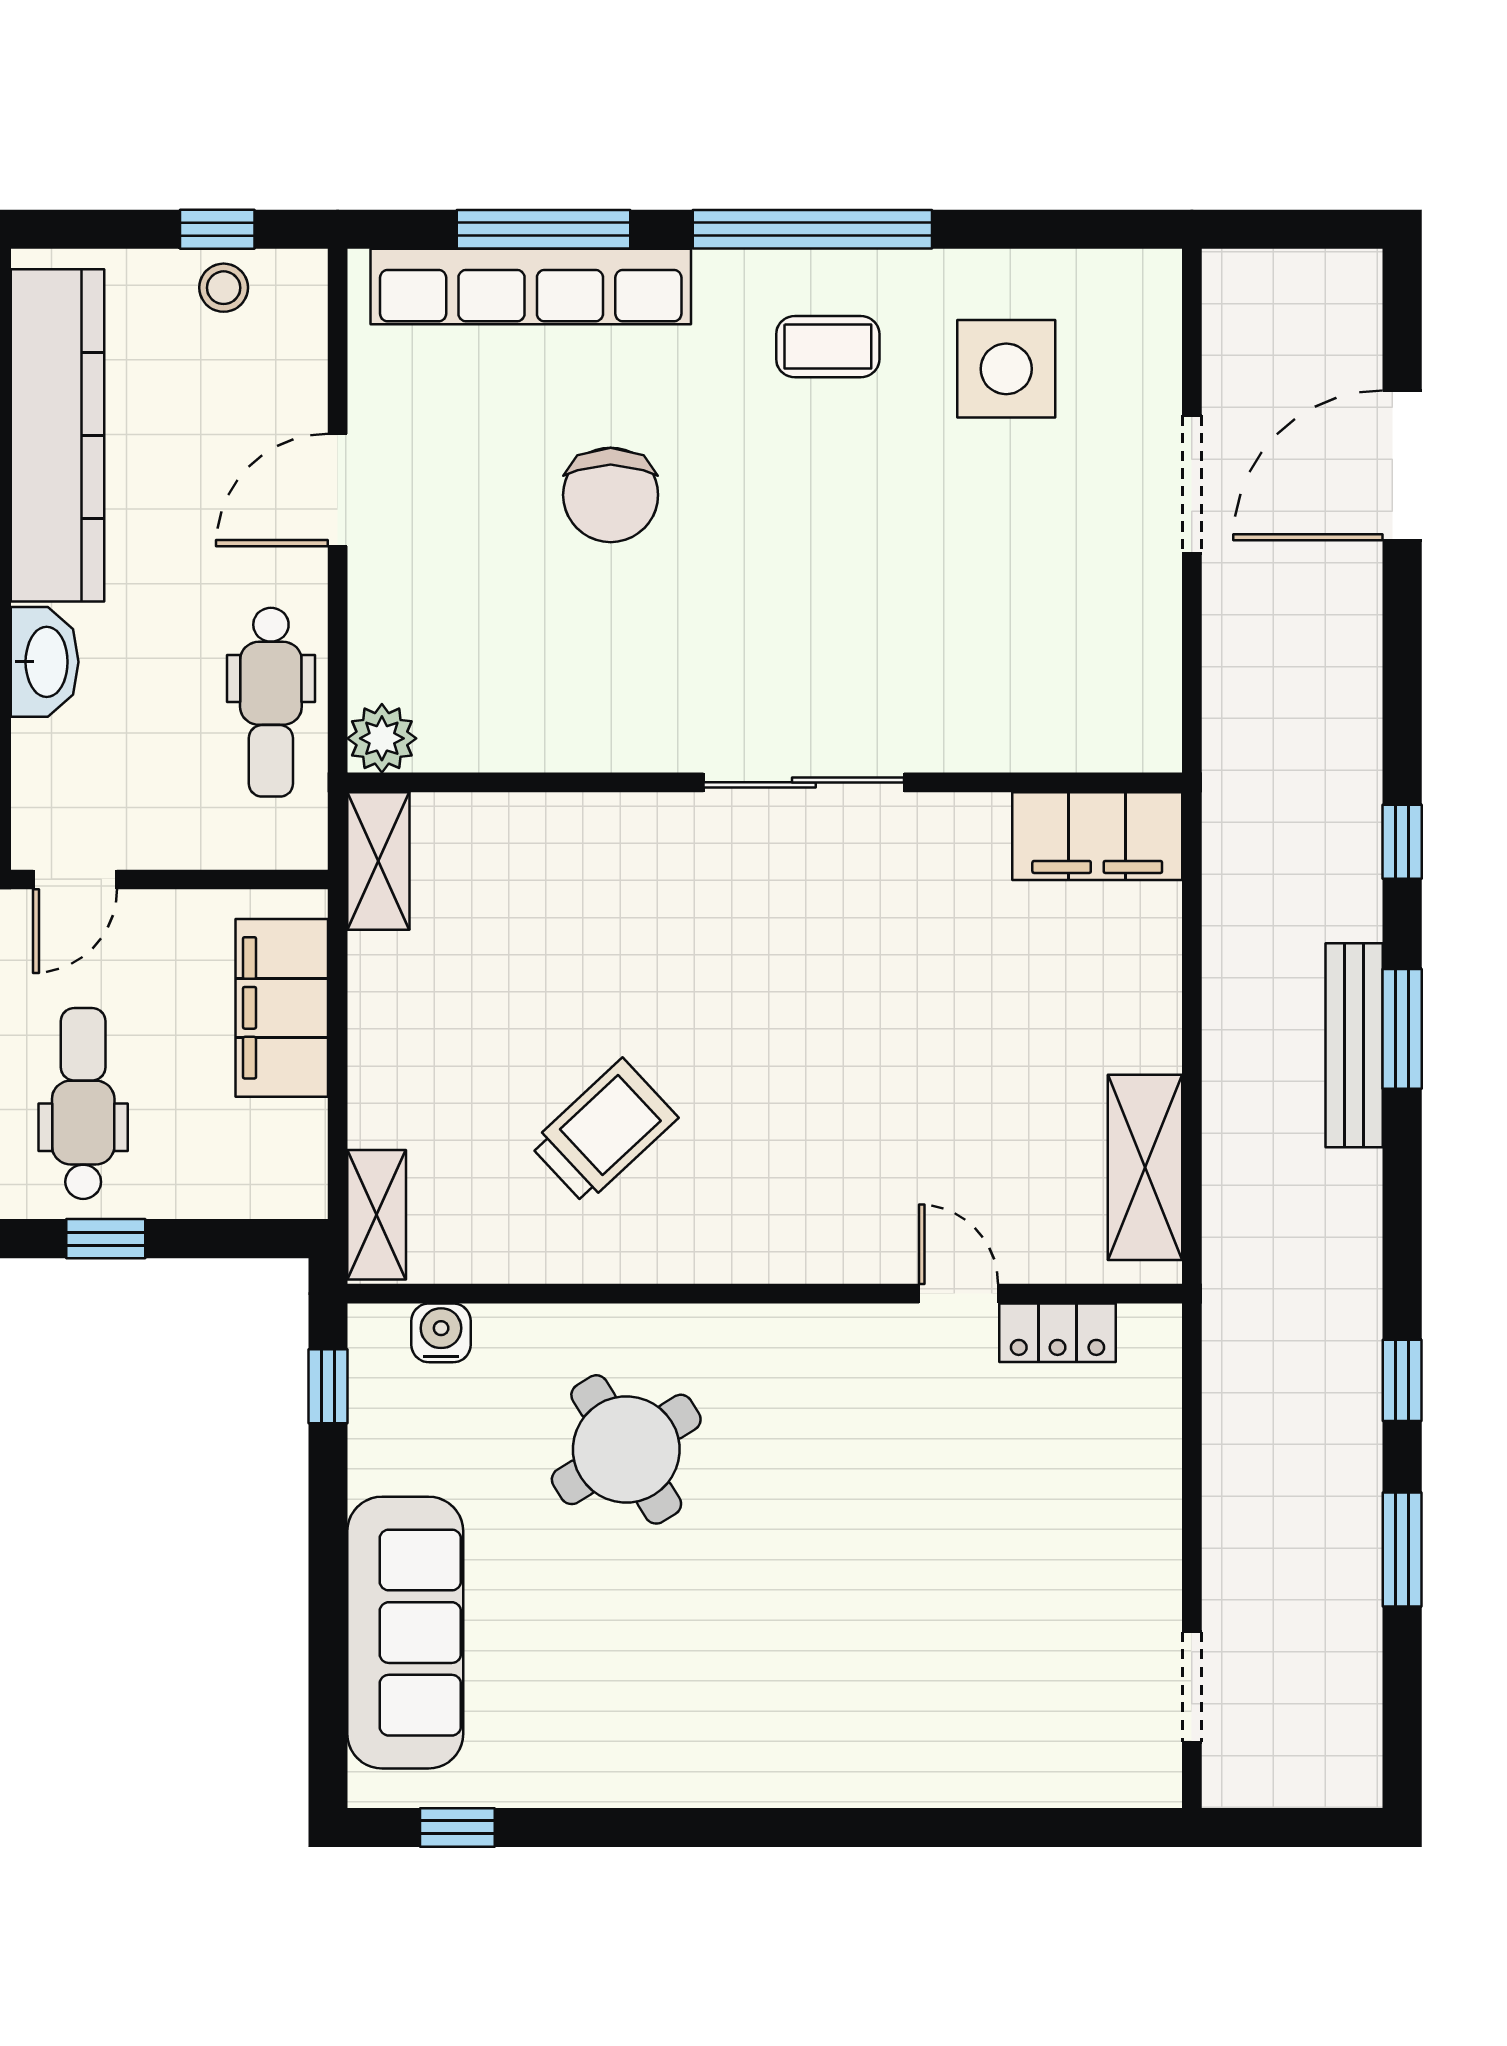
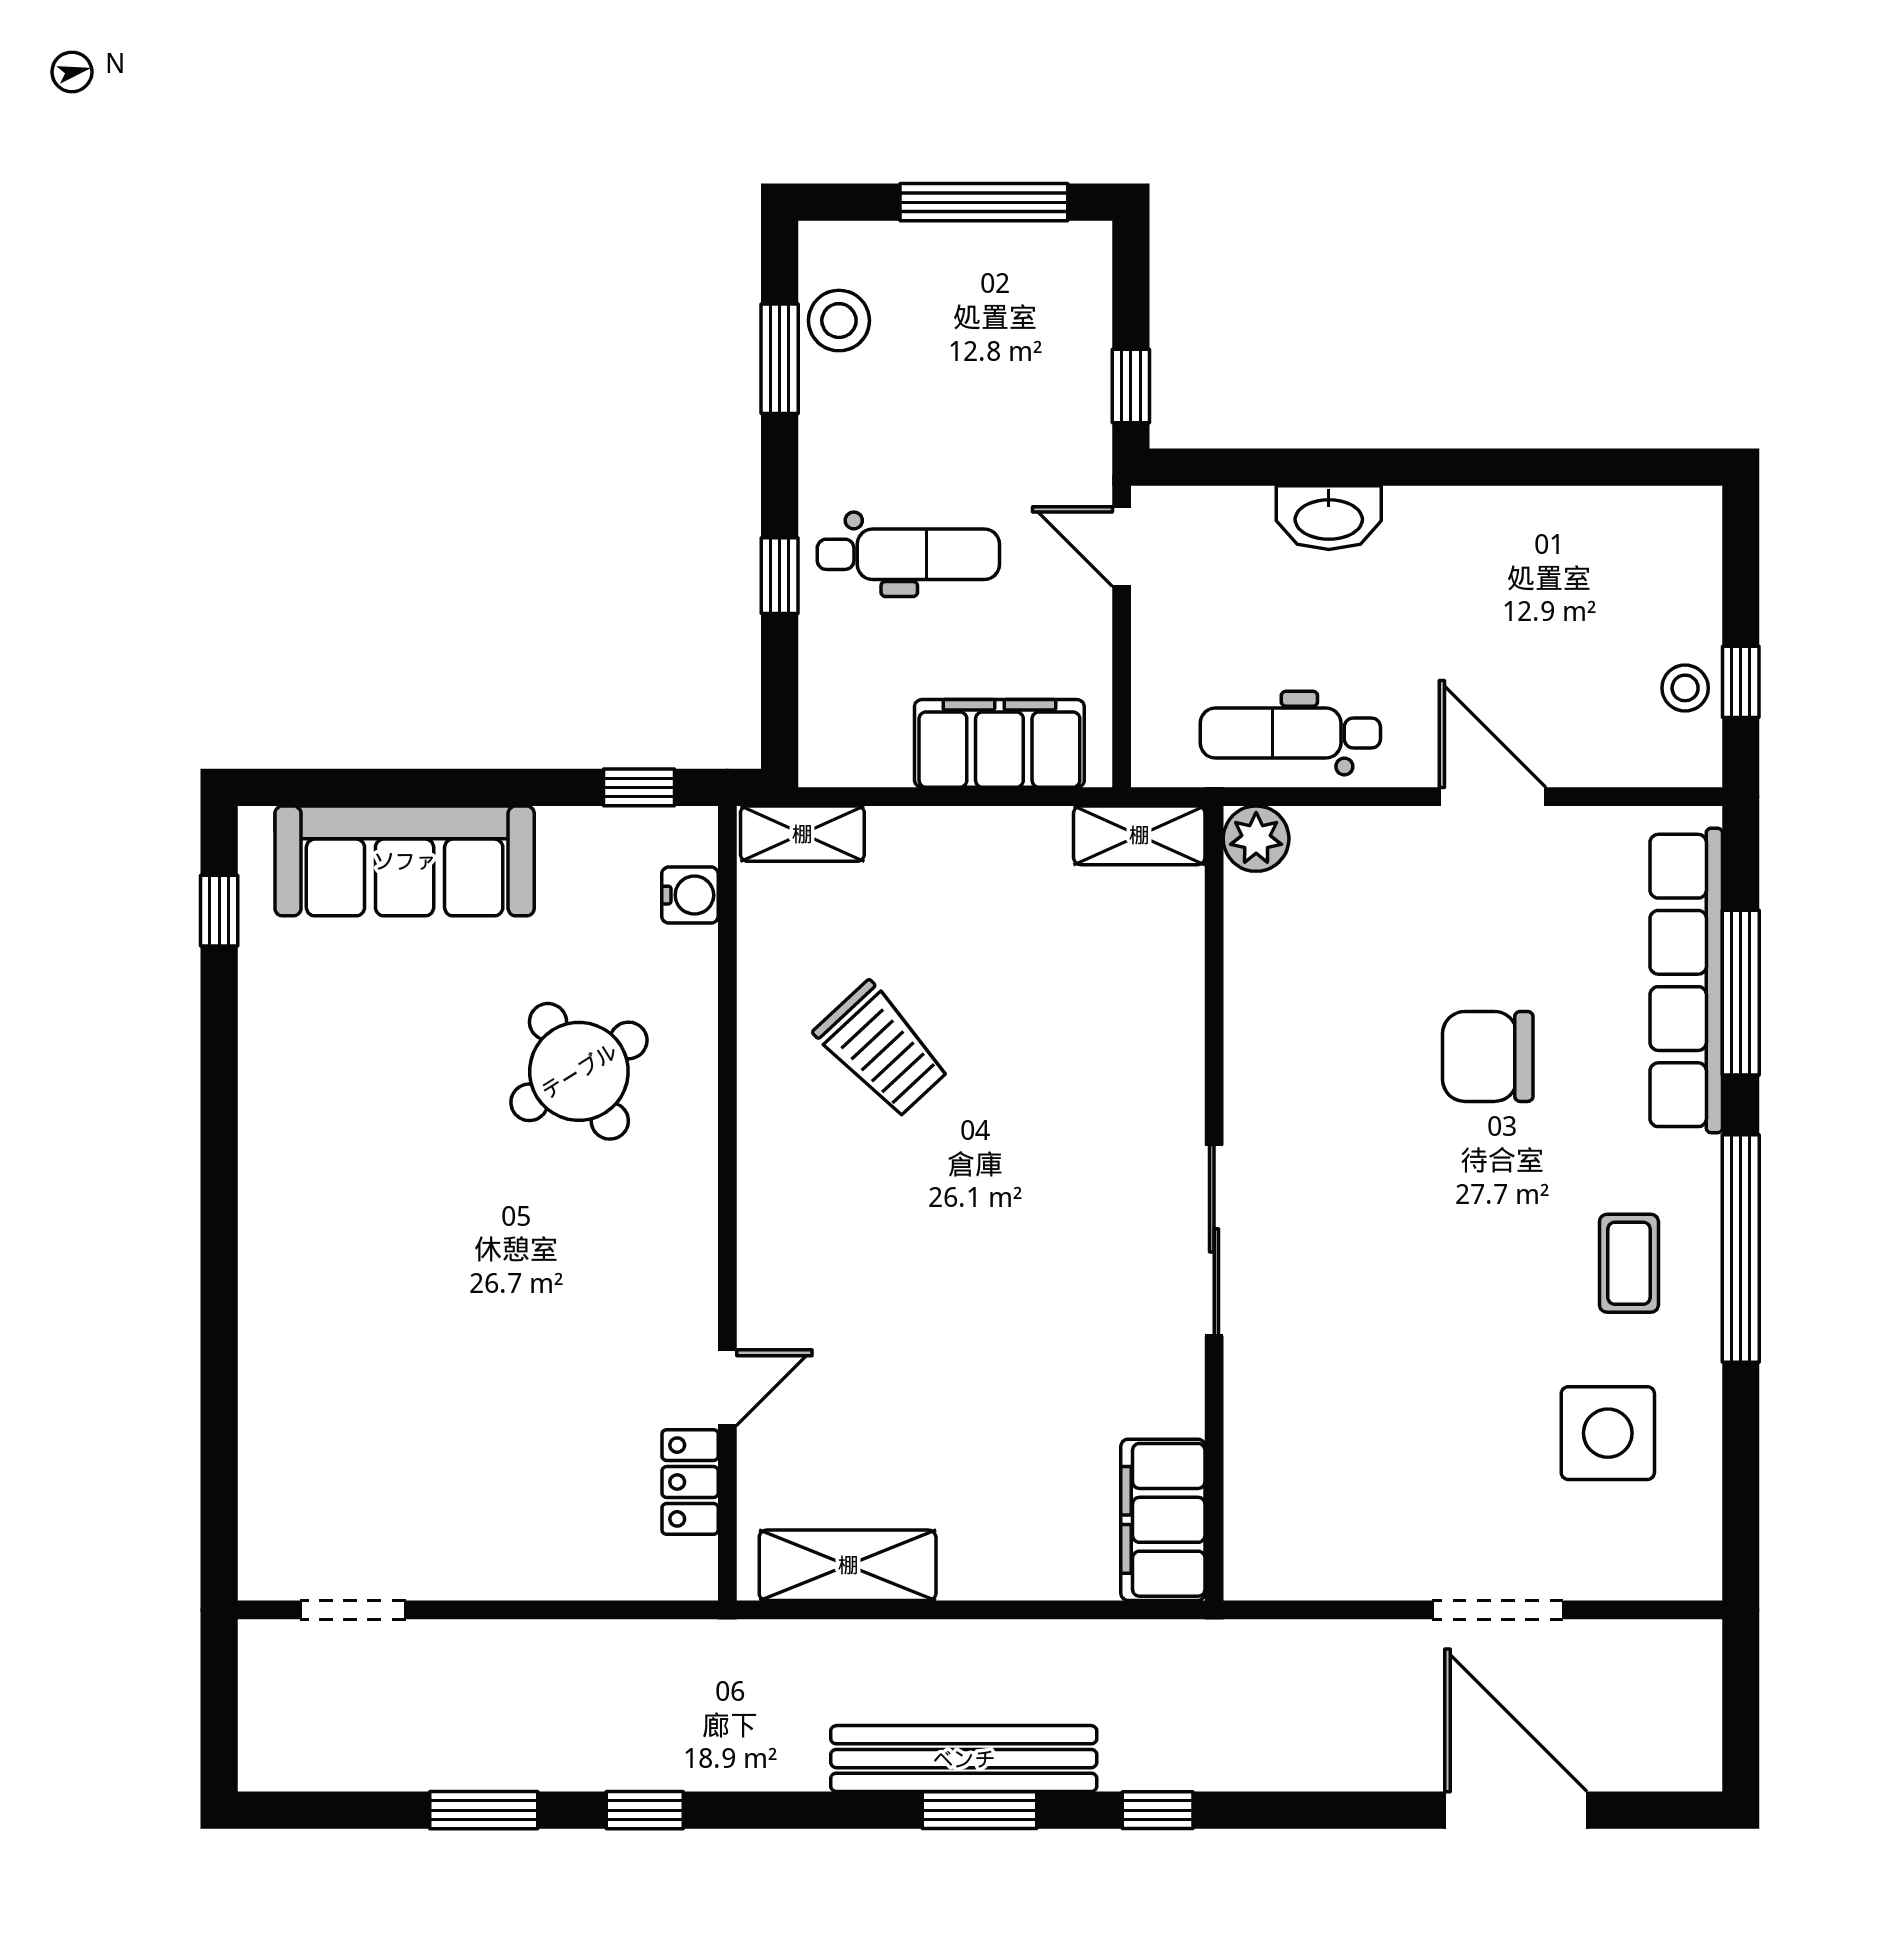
kitchen counter: (57, 435) -> (1544, 530), removed
bench: (1354, 1045) -> (964, 1759), width x1.37, depth x1.21

